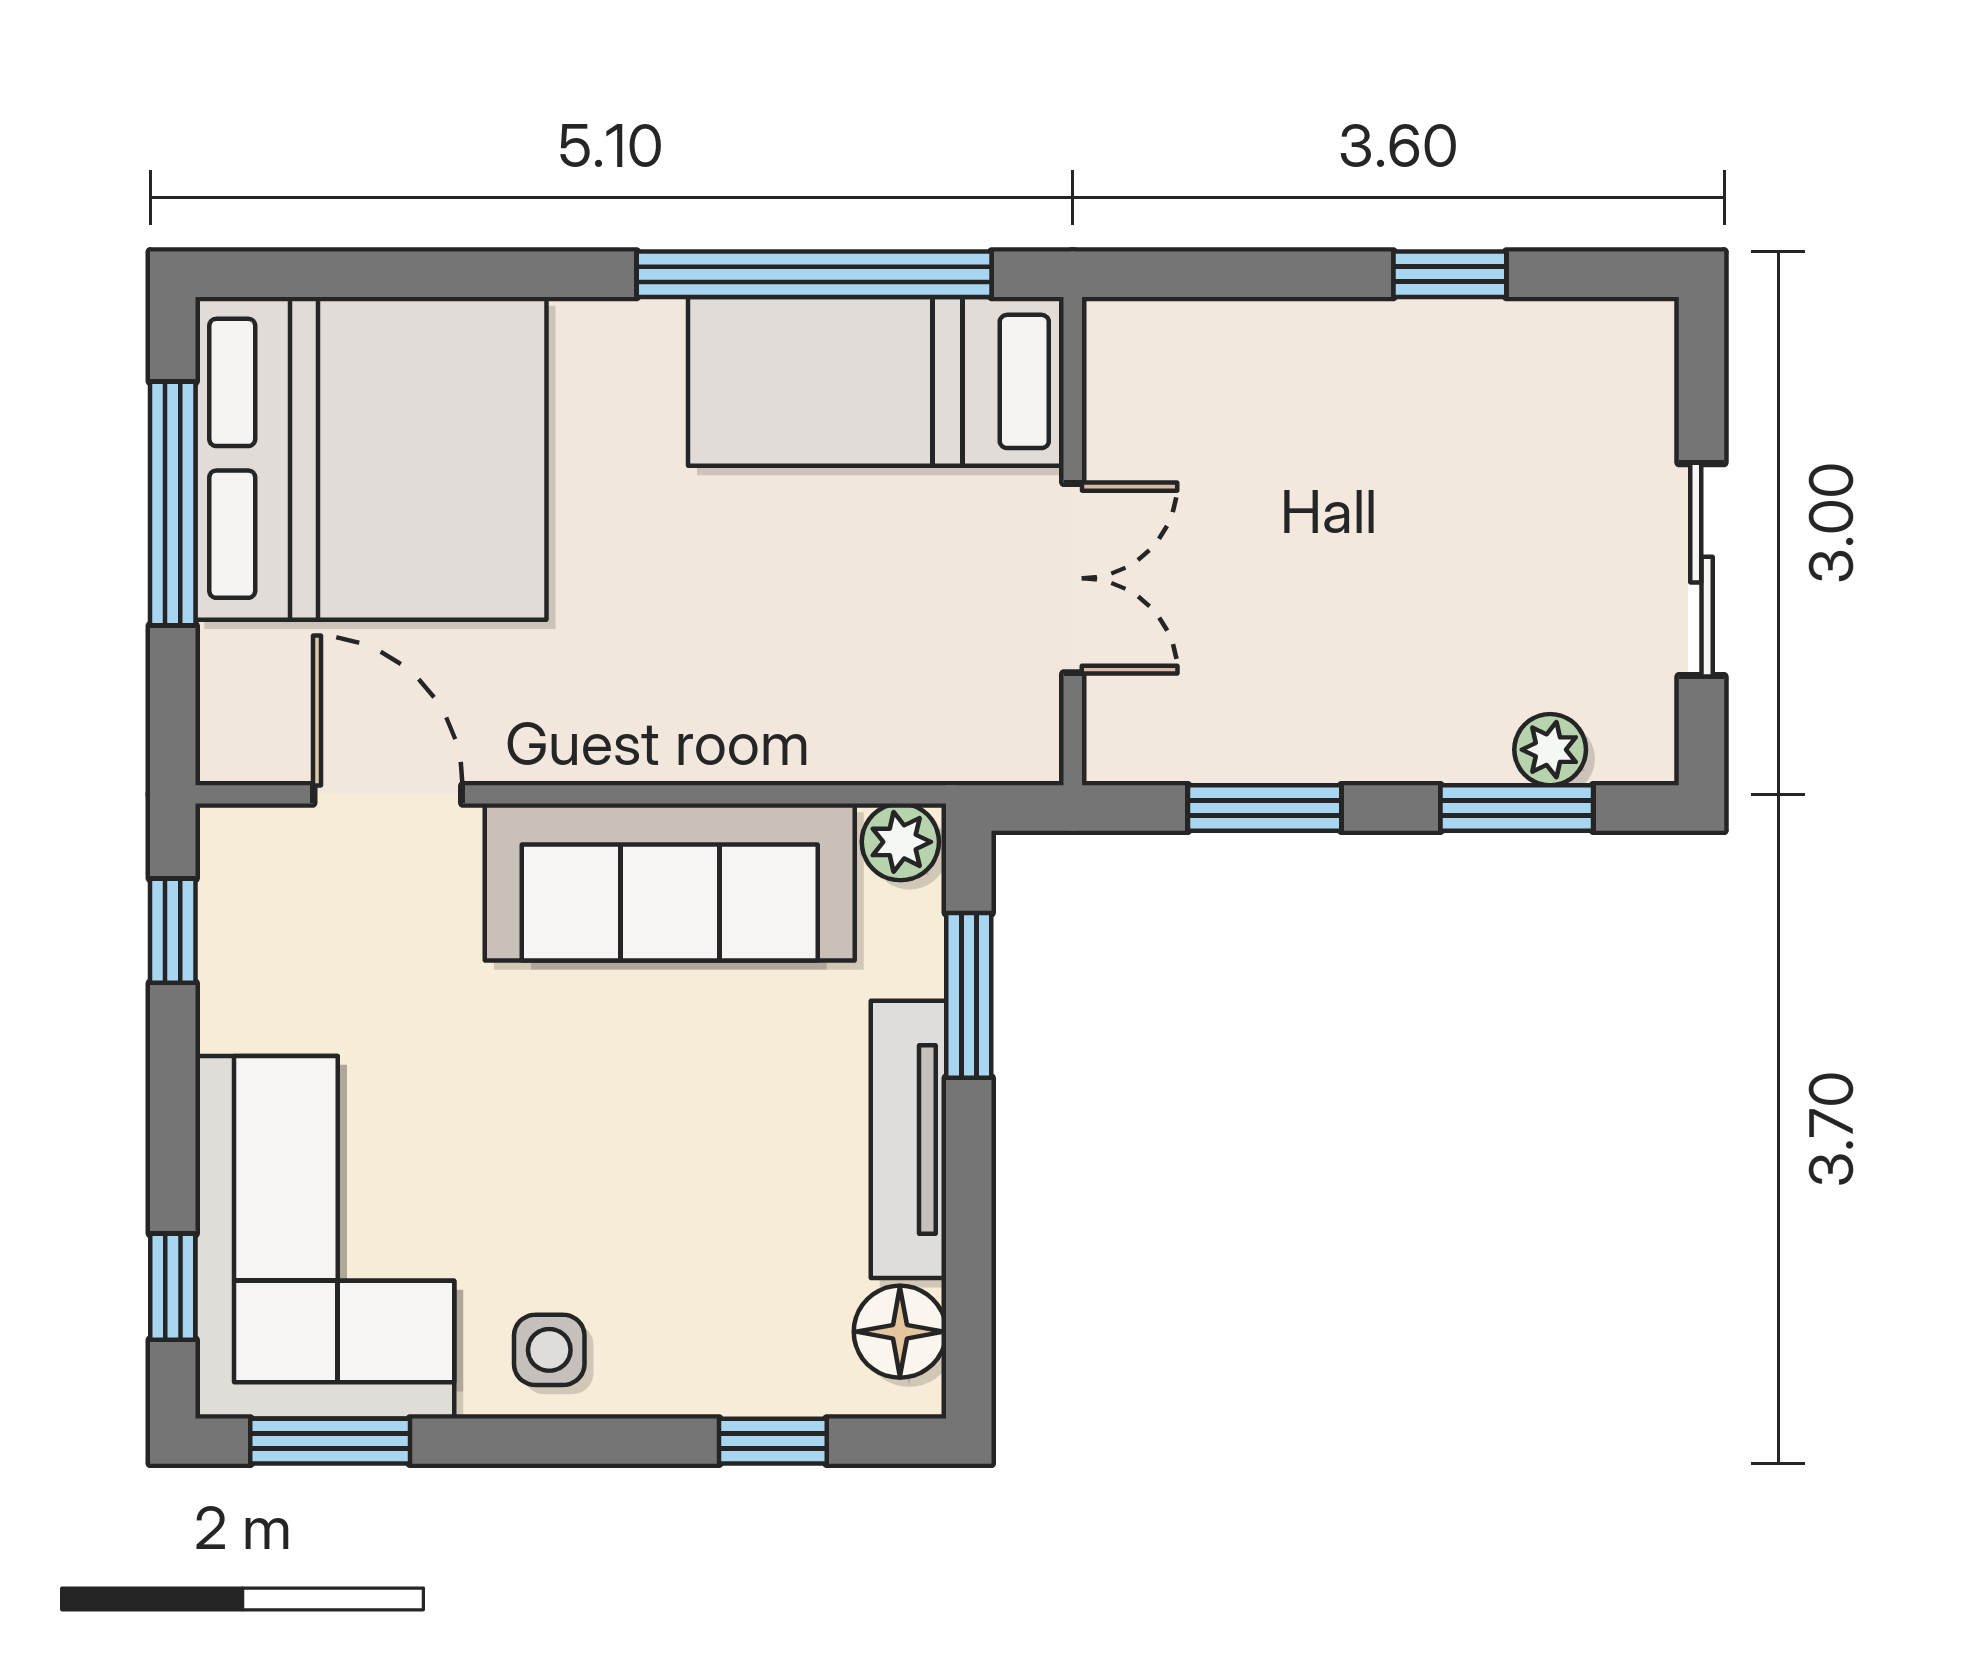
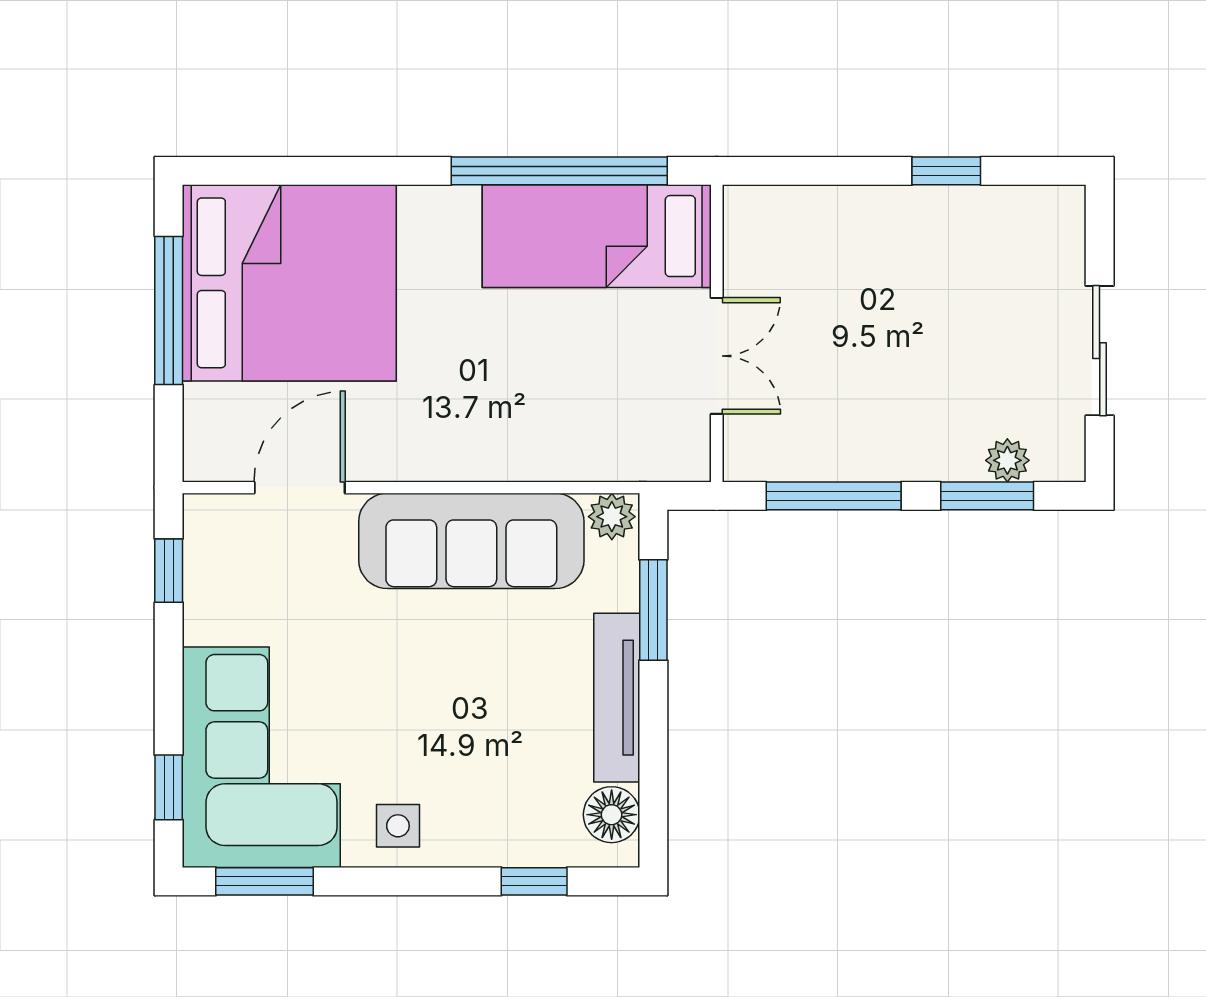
door: (388, 794) -> (300, 488), hinge flipped
window: (1265, 808) -> (834, 496), width x1.44

